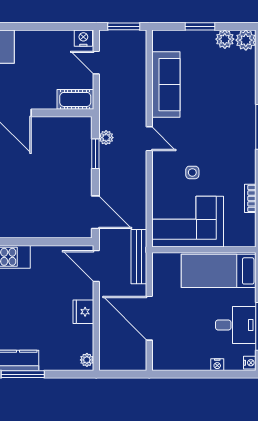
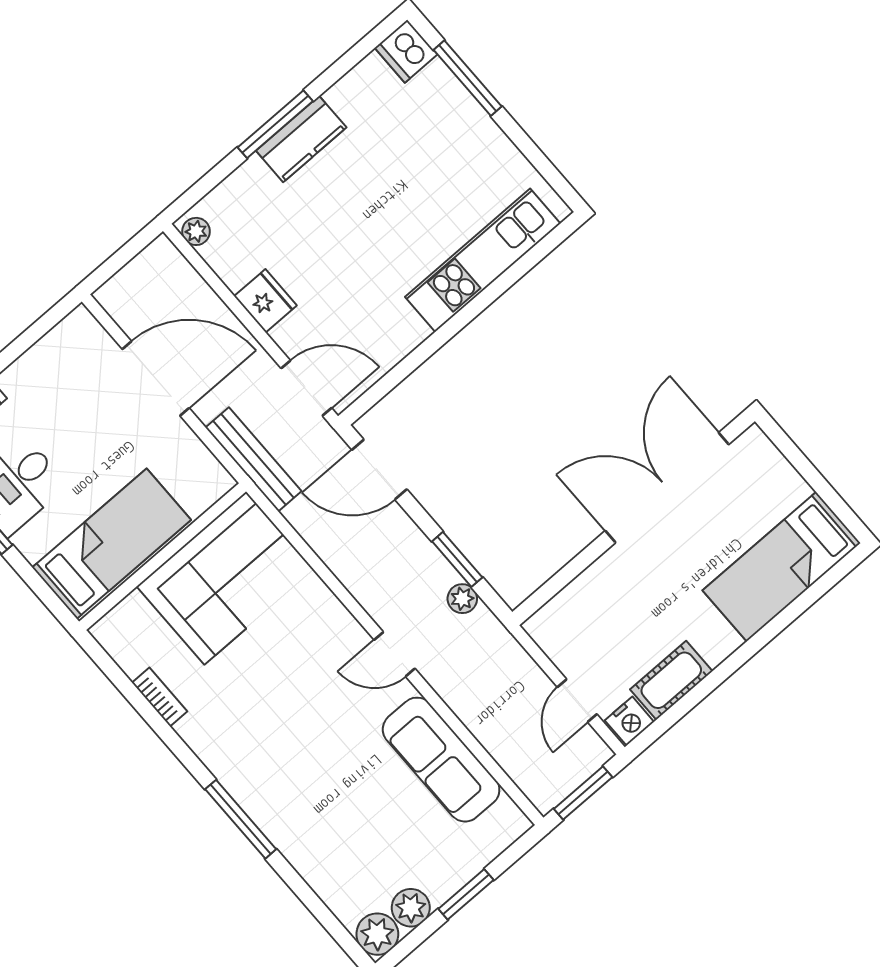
door: (96, 63) -> (577, 701), swing flipped
cot: (75, 99) -> (671, 680), moved
side table: (192, 172) -> (283, 660), removed

